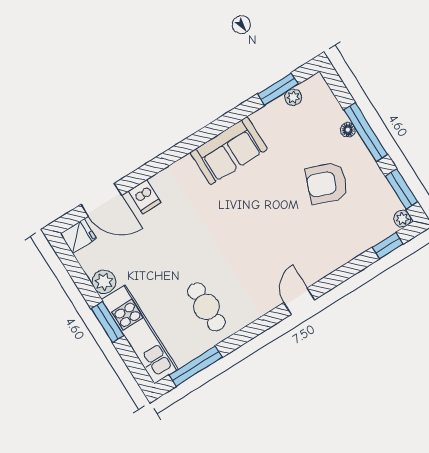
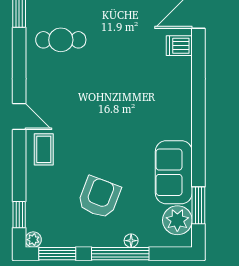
plant: (293, 97) -> (177, 220), width x1.88, depth x1.88
sofa: (229, 151) -> (174, 172), moved
coffee table: (315, 260) -> (44, 149), added

